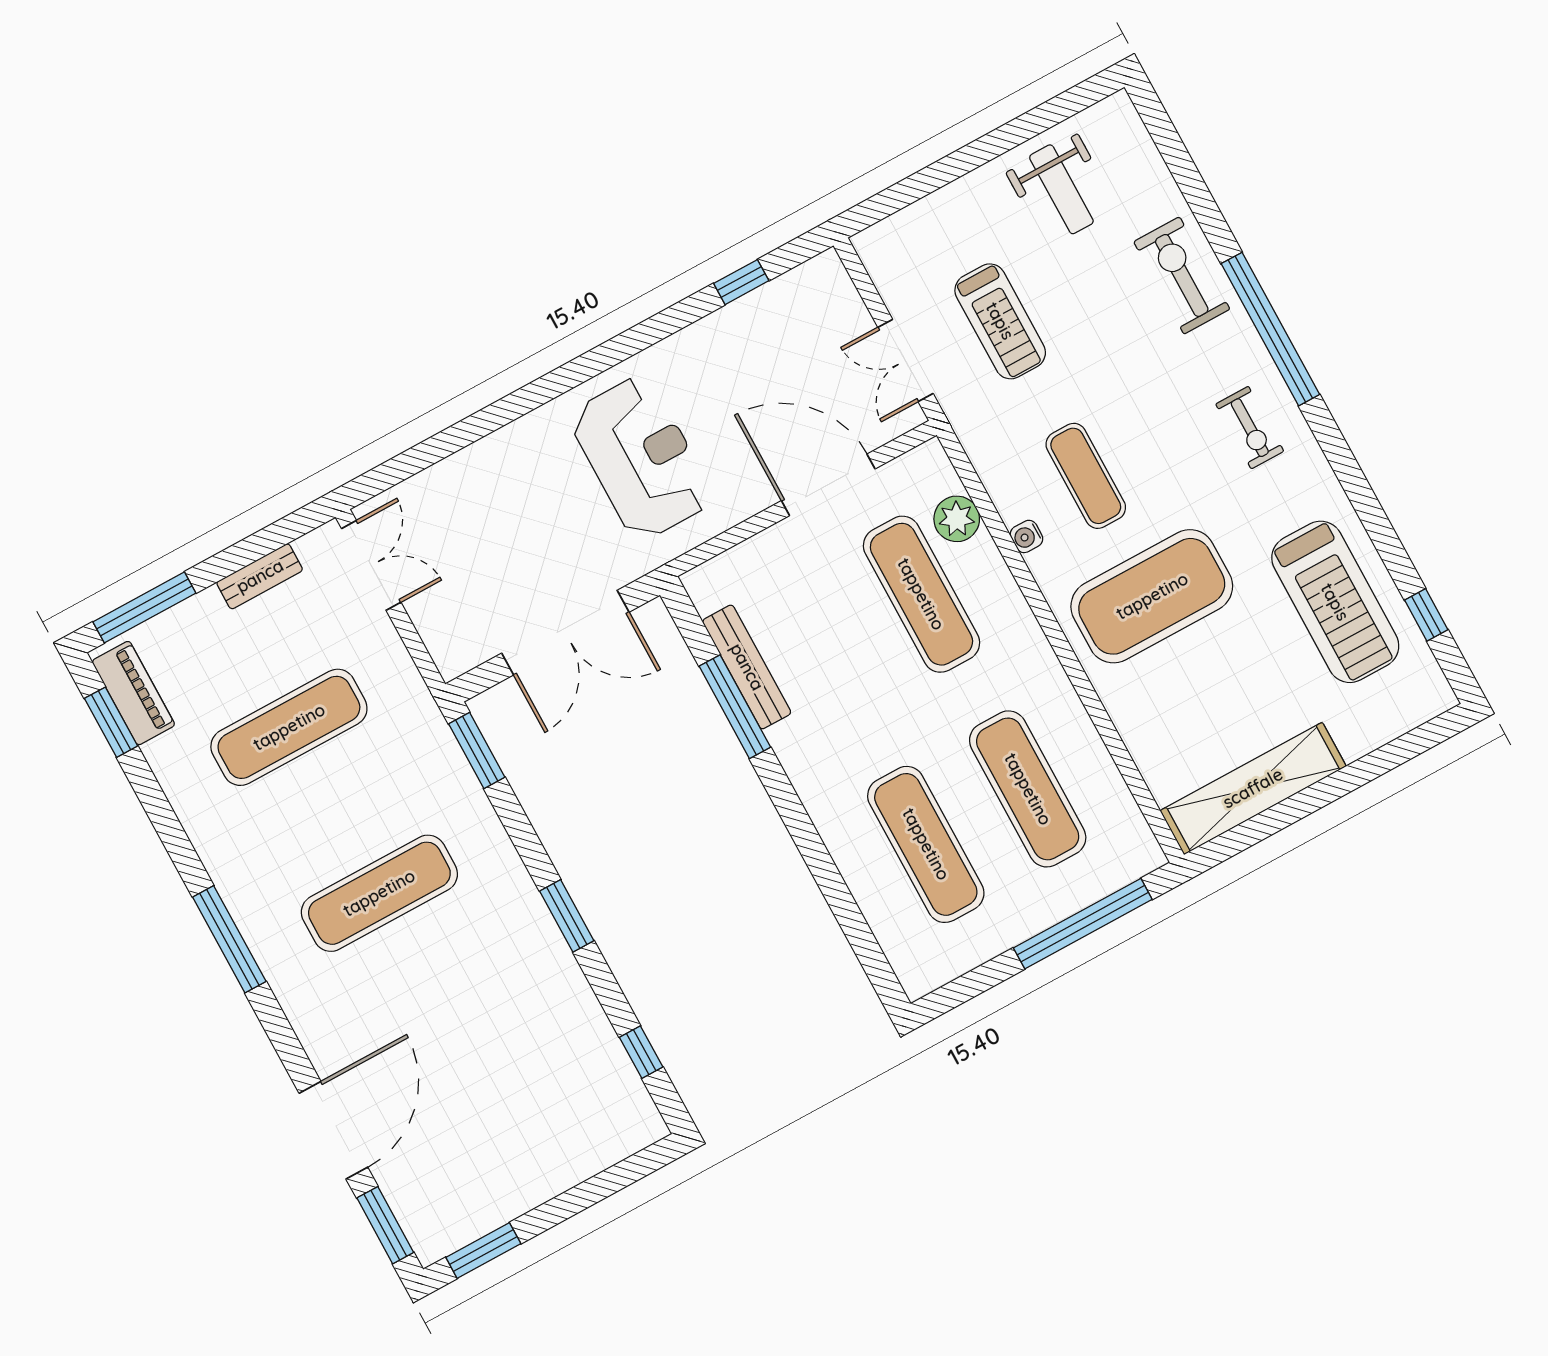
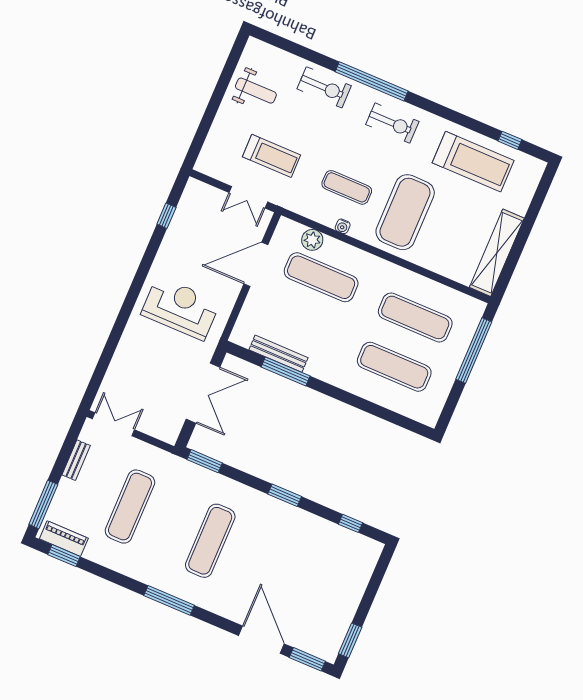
exercise bike: (1182, 275) -> (324, 87), turned 180
exercise bike: (1250, 428) -> (392, 123), width x1.38, depth x1.39

